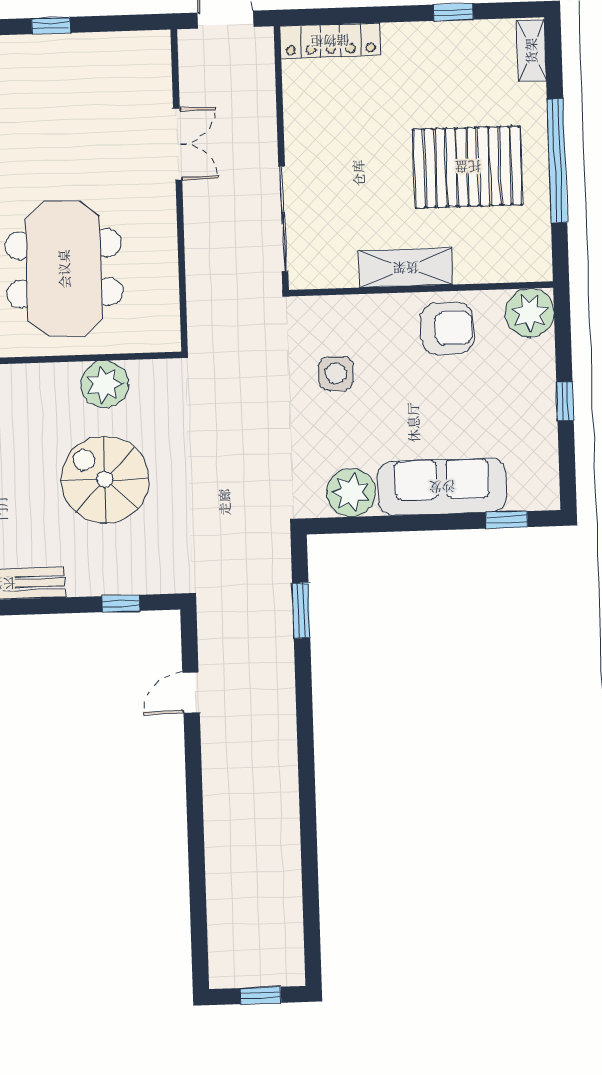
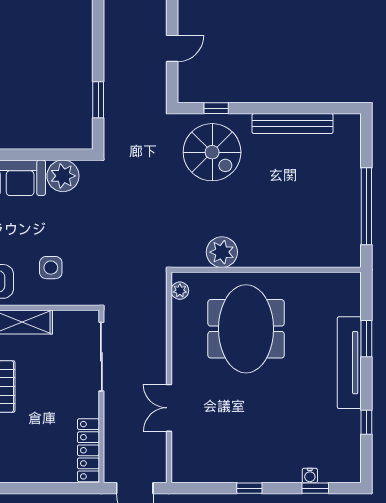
locker: (330, 41) -> (88, 450), moved, turned -90
plant: (167, 323) -> (180, 291), added
side table: (336, 374) -> (51, 268), moved
spiral stairs: (105, 480) -> (212, 152), moved

